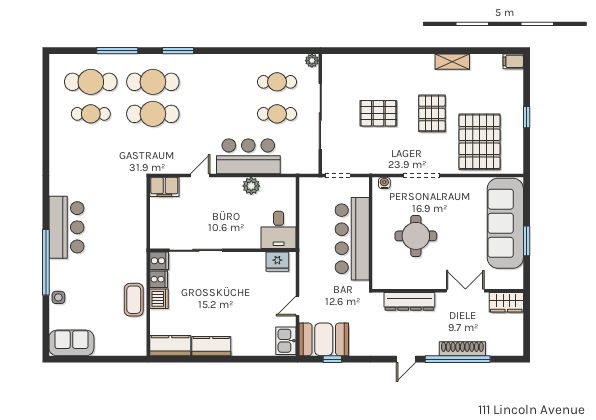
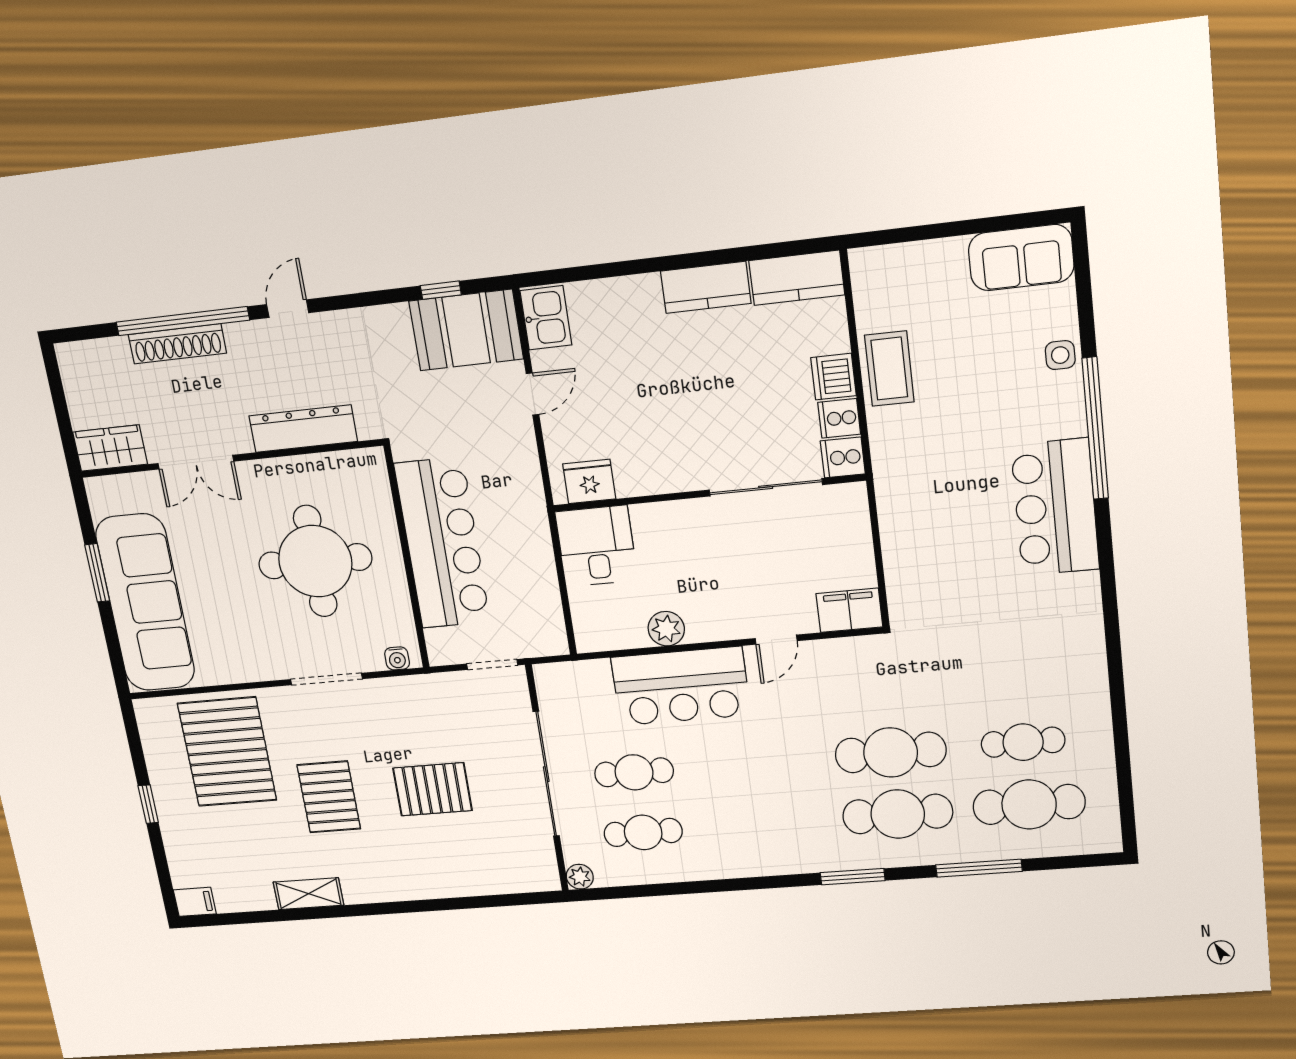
round table: (416, 236) -> (315, 561), width x1.36, depth x1.36

